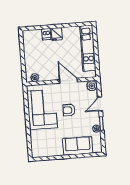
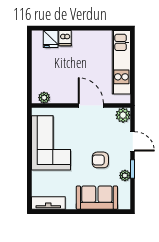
fridge: (57, 34) -> (51, 39), moved
door: (100, 104) -> (133, 141), swing flipped
armchair: (69, 110) -> (100, 160), moved
tv unit: (43, 152) -> (48, 203), added

